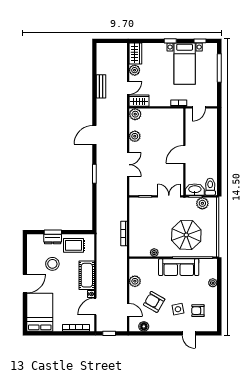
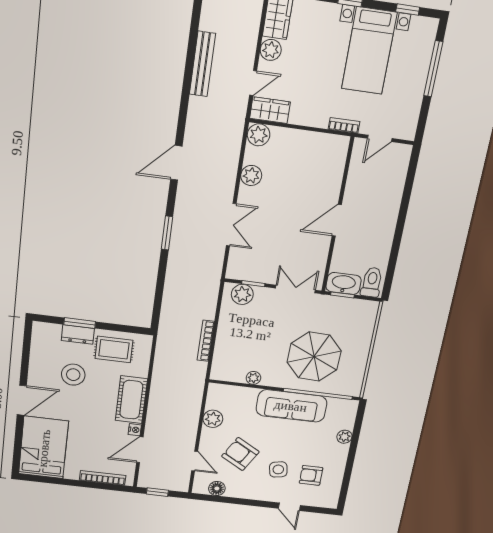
bench: (101, 86) -> (202, 64), width x1.36
plant: (202, 203) -> (242, 294), moved

